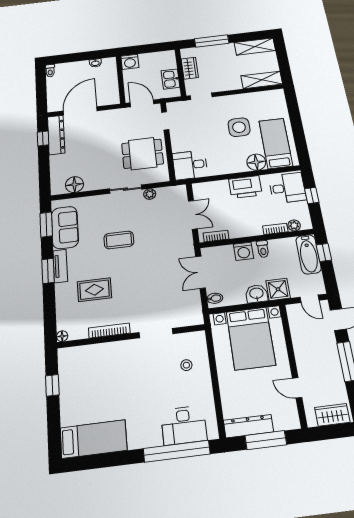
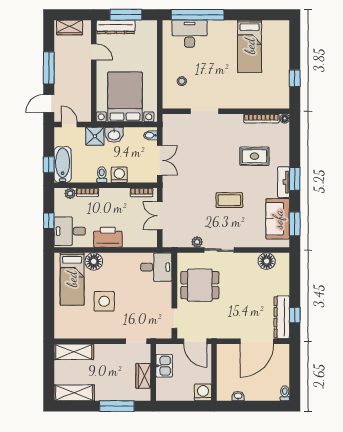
bookcase: (109, 331) -> (261, 118), moved
dresser: (248, 426) -> (116, 27), moved
bed: (94, 439) -> (250, 46), moved, turned -90

